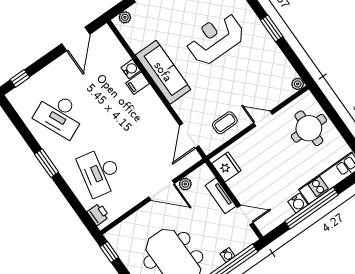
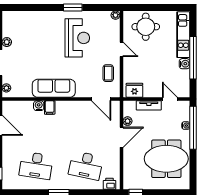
reception desk: (215, 39) -> (77, 38), moved, turned 180
desk: (60, 115) -> (36, 166), turned 33
door: (263, 119) -> (121, 49), swing flipped
door: (245, 215) -> (170, 99), hinge flipped

